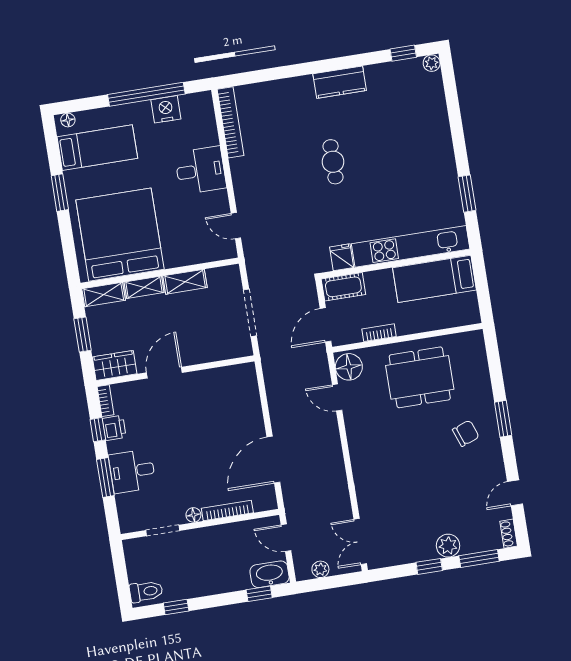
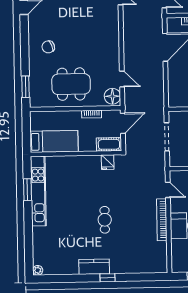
window: (403, 53) -> (108, 278), moved
bookcase: (231, 122) -> (162, 220), moved
kitchen unit: (411, 246) -> (38, 191), moved, turned -90
window: (503, 419) -> (25, 87), moved

